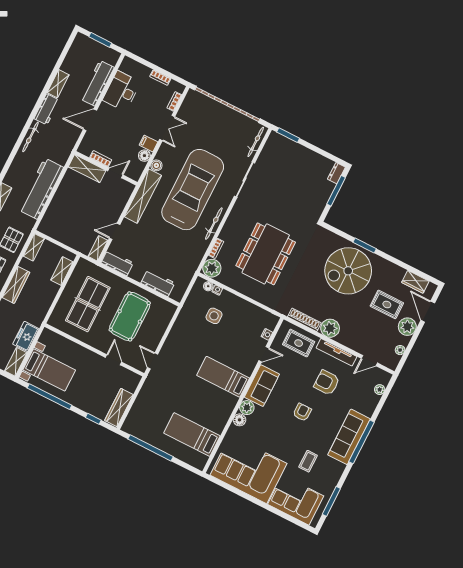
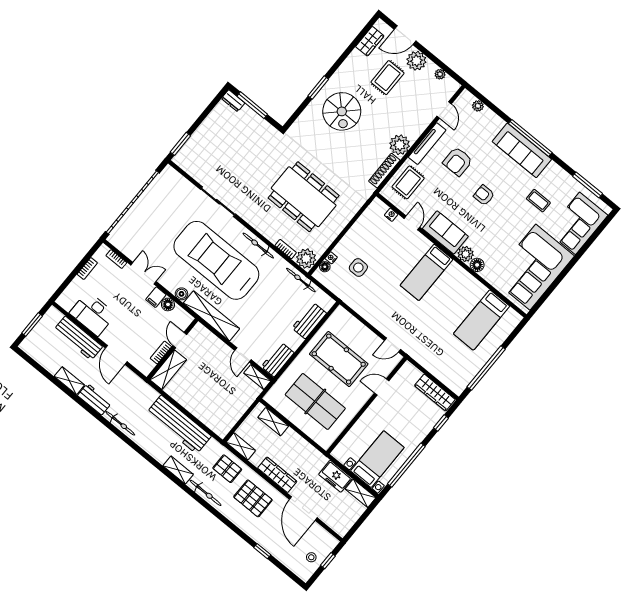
bicycle: (256, 142) -> (301, 280), moved
spiral stairs: (348, 271) -> (342, 111), width x0.73, depth x0.73

